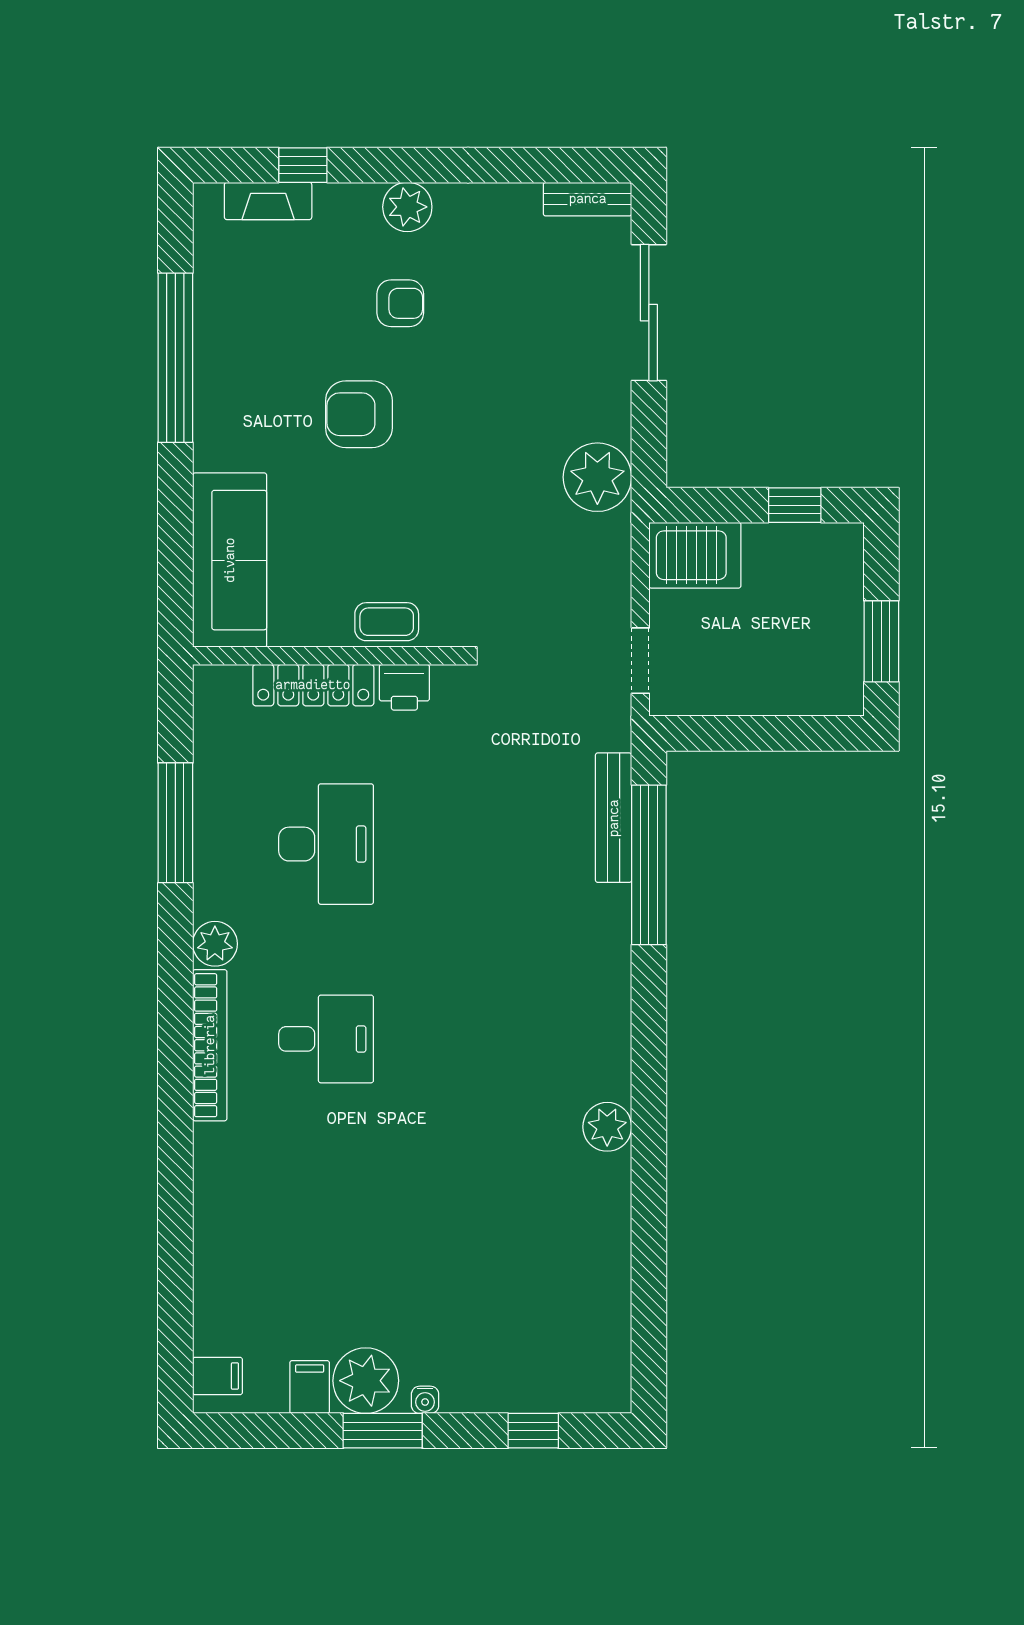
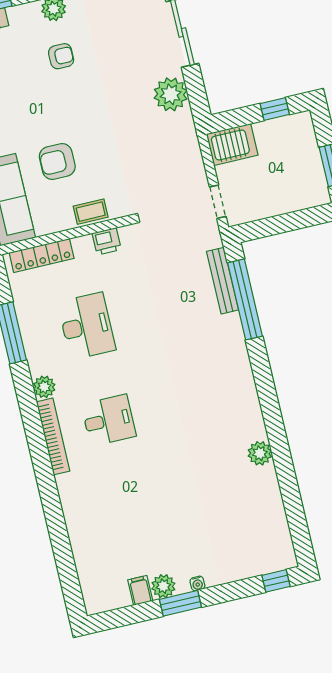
armchair: (359, 414) -> (57, 162), moved
plant: (597, 477) -> (171, 94), moved
locker: (313, 685) -> (42, 256), moved
plant: (607, 1127) -> (260, 453), moved
filing cabinet: (217, 1376) -> (94, 596), removed
plant: (366, 1381) -> (163, 586), width x0.73, depth x0.73
window: (533, 1431) -> (276, 581), moved

